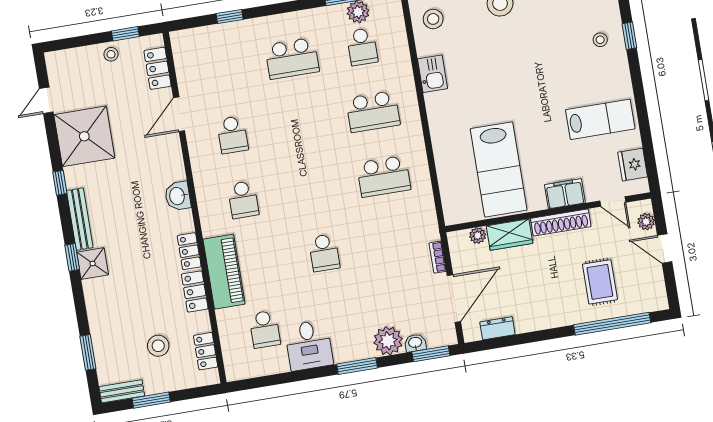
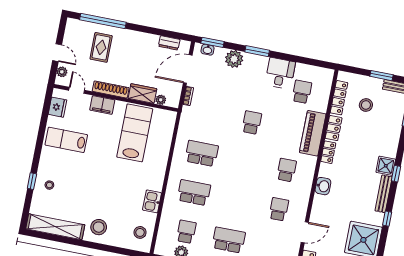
washbasin: (415, 343) -> (208, 50), moved
locker: (206, 351) -> (339, 98), width x1.53

